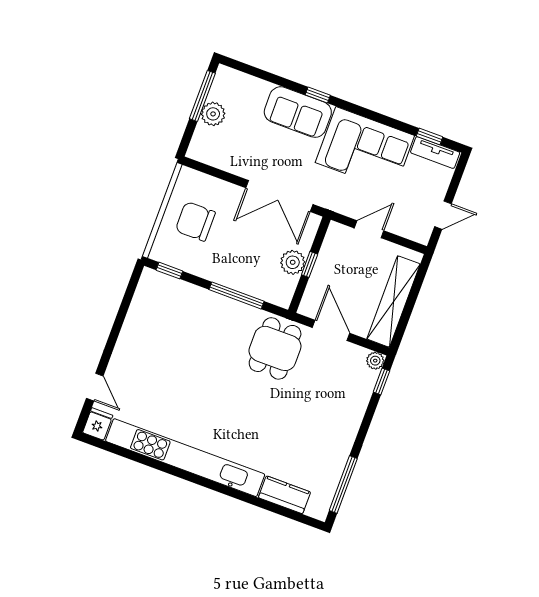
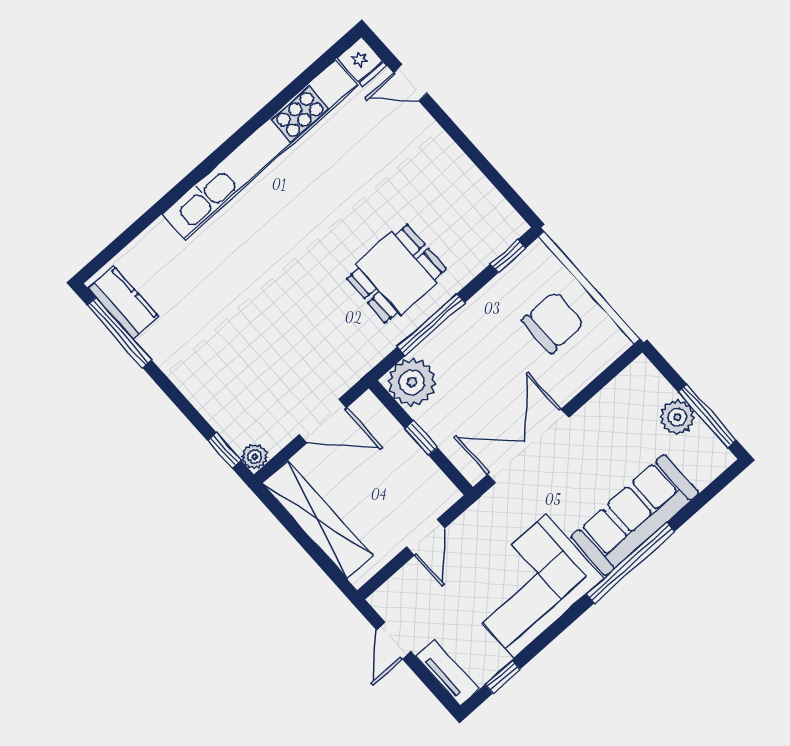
window: (318, 95) -> (631, 563), width x3.17
sofa: (298, 112) -> (635, 515), width x1.36
tv unit: (435, 153) -> (448, 673), moved, turned 90
plant: (293, 262) -> (412, 382), moved, width x1.36, depth x1.36
dining table: (275, 348) -> (396, 274), moved, turned 90
kitchen counter: (284, 495) -> (123, 303), moved, turned -90

